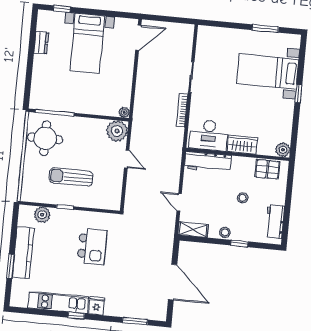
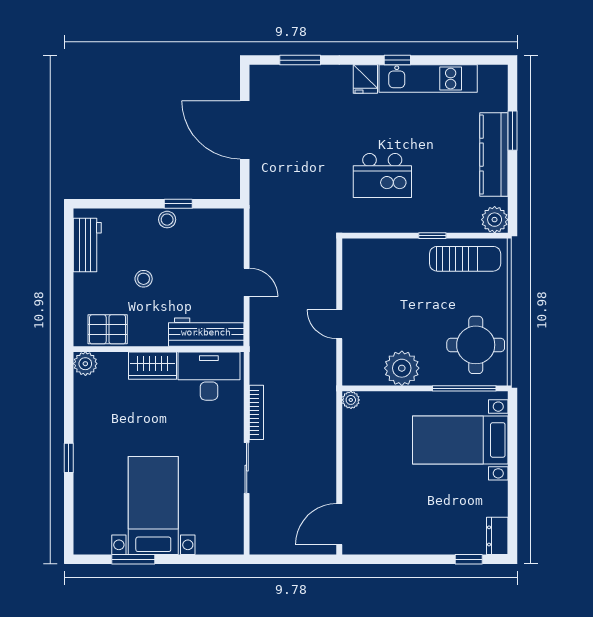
dresser: (41, 43) -> (497, 536), moved
bed with nightstands: (87, 43) -> (460, 440), moved, turned -90
bed with nightstands: (268, 71) -> (153, 506), moved, turned -90
plant: (117, 131) -> (402, 368), moved
sun lounger: (71, 177) -> (465, 259), moved
door: (179, 202) -> (247, 282), moved
plant: (42, 215) -> (495, 220), moved
shelving: (193, 230) -> (220, 219), removed
window: (239, 243) -> (178, 204), moved
kitchen island: (92, 247) -> (382, 175), turned -90

